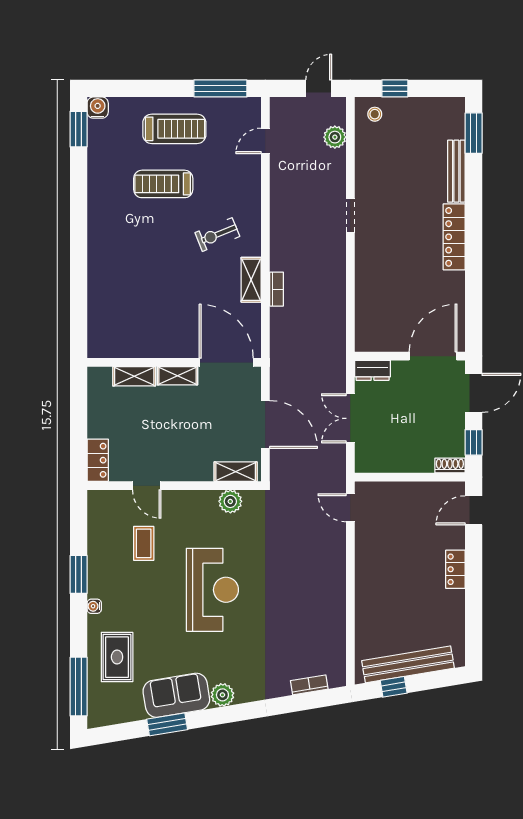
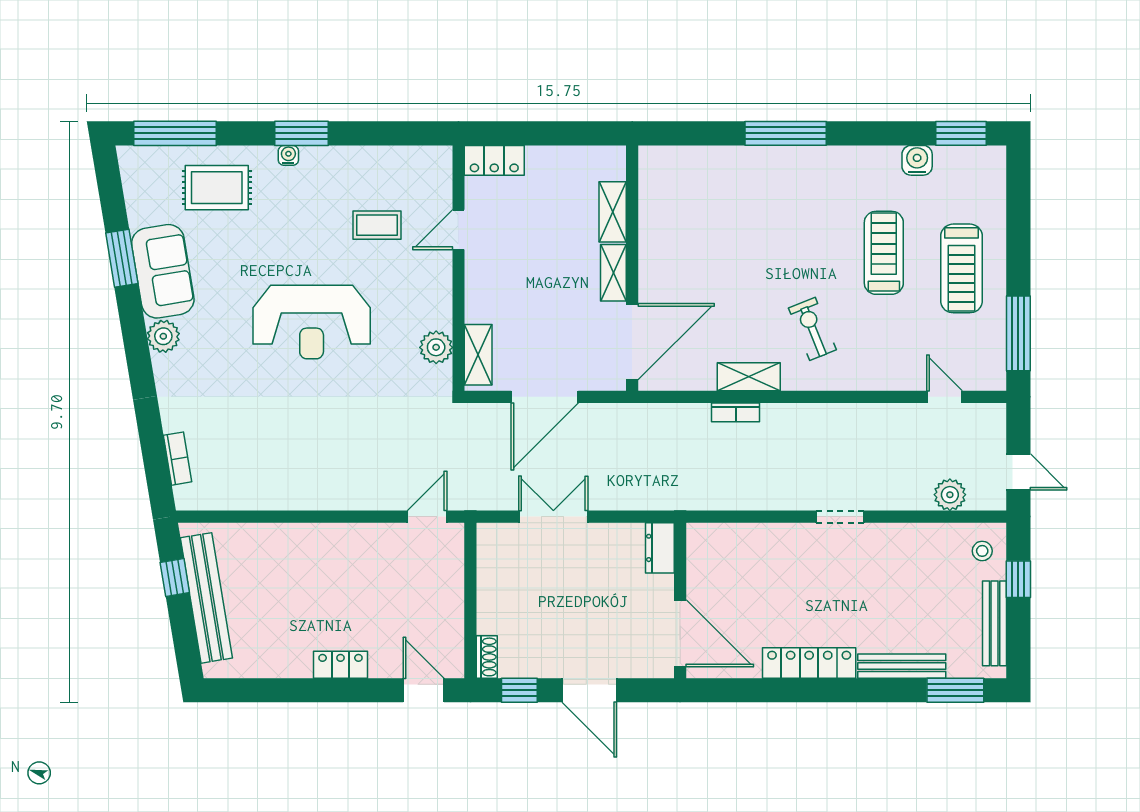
bench: (426, 105) -> (995, 623), added
water cooler: (98, 108) -> (917, 160), moved, turned -90
window: (79, 254) -> (786, 133), added
wall: (410, 356) -> (680, 600), moved
door: (433, 356) -> (680, 633), moved
dresser: (373, 370) -> (660, 548), moved
window: (79, 574) -> (301, 133), moved

